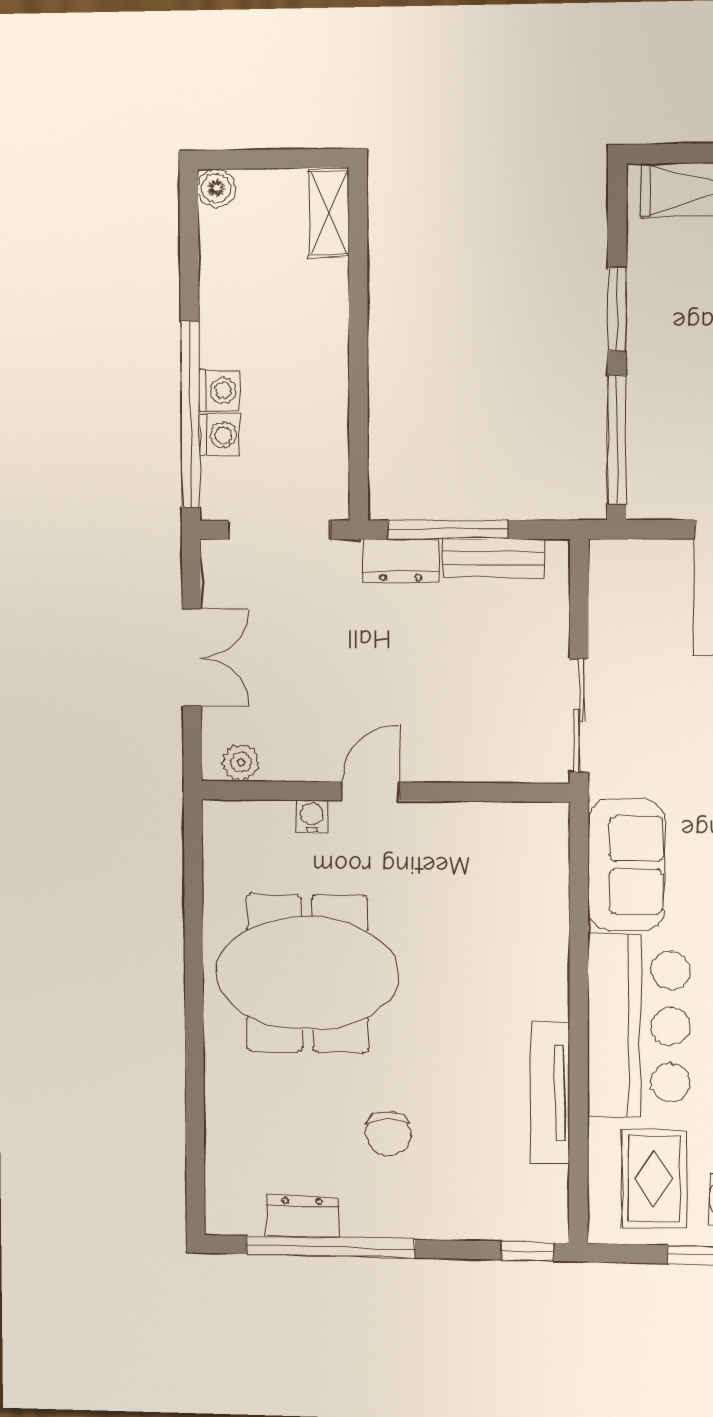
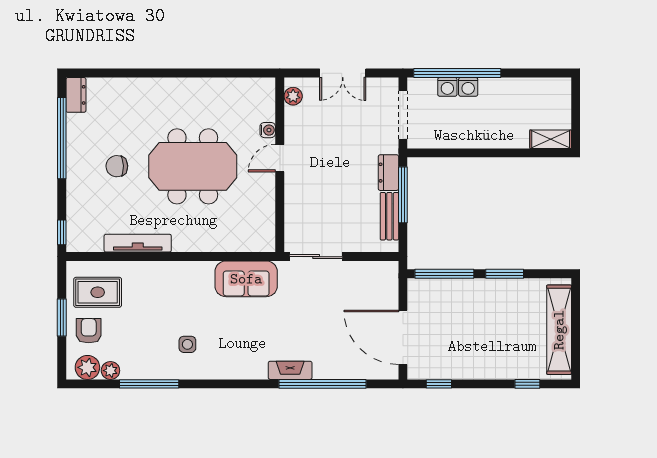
boiler: (216, 188) -> (562, 86), removed
door: (370, 791) -> (280, 158), swing flipped
meeting table: (307, 973) -> (193, 166), moved, turned 90
bar counter: (639, 1026) -> (170, 285), removed
dresser: (302, 1217) -> (76, 95), moved

